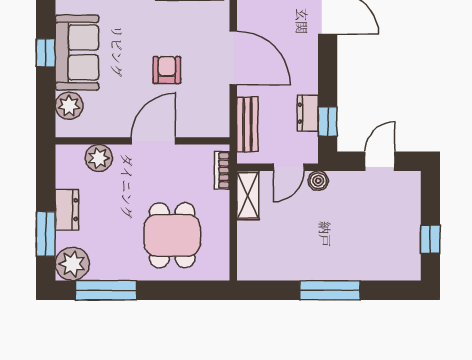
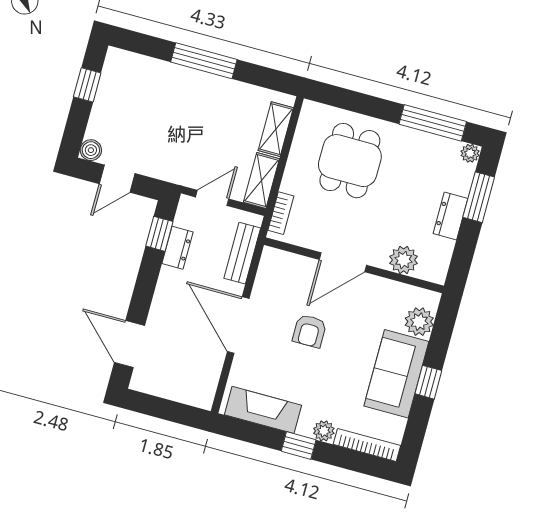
boiler: (318, 181) -> (91, 150), moved
shelving: (248, 246) -> (276, 129), added
plant: (72, 264) -> (470, 153), width x0.53, depth x0.53

